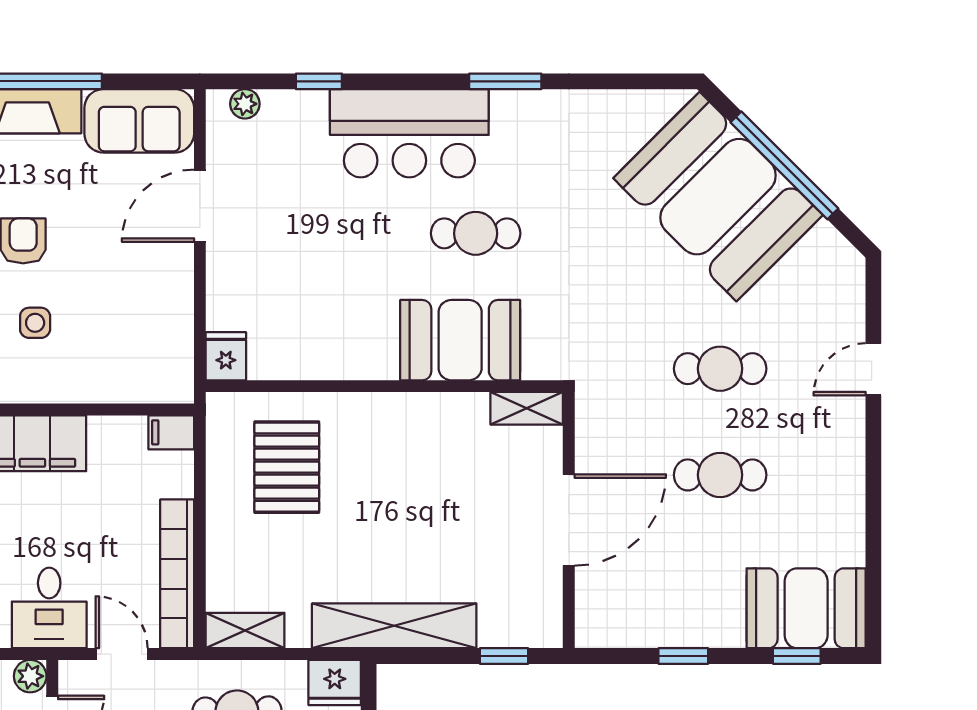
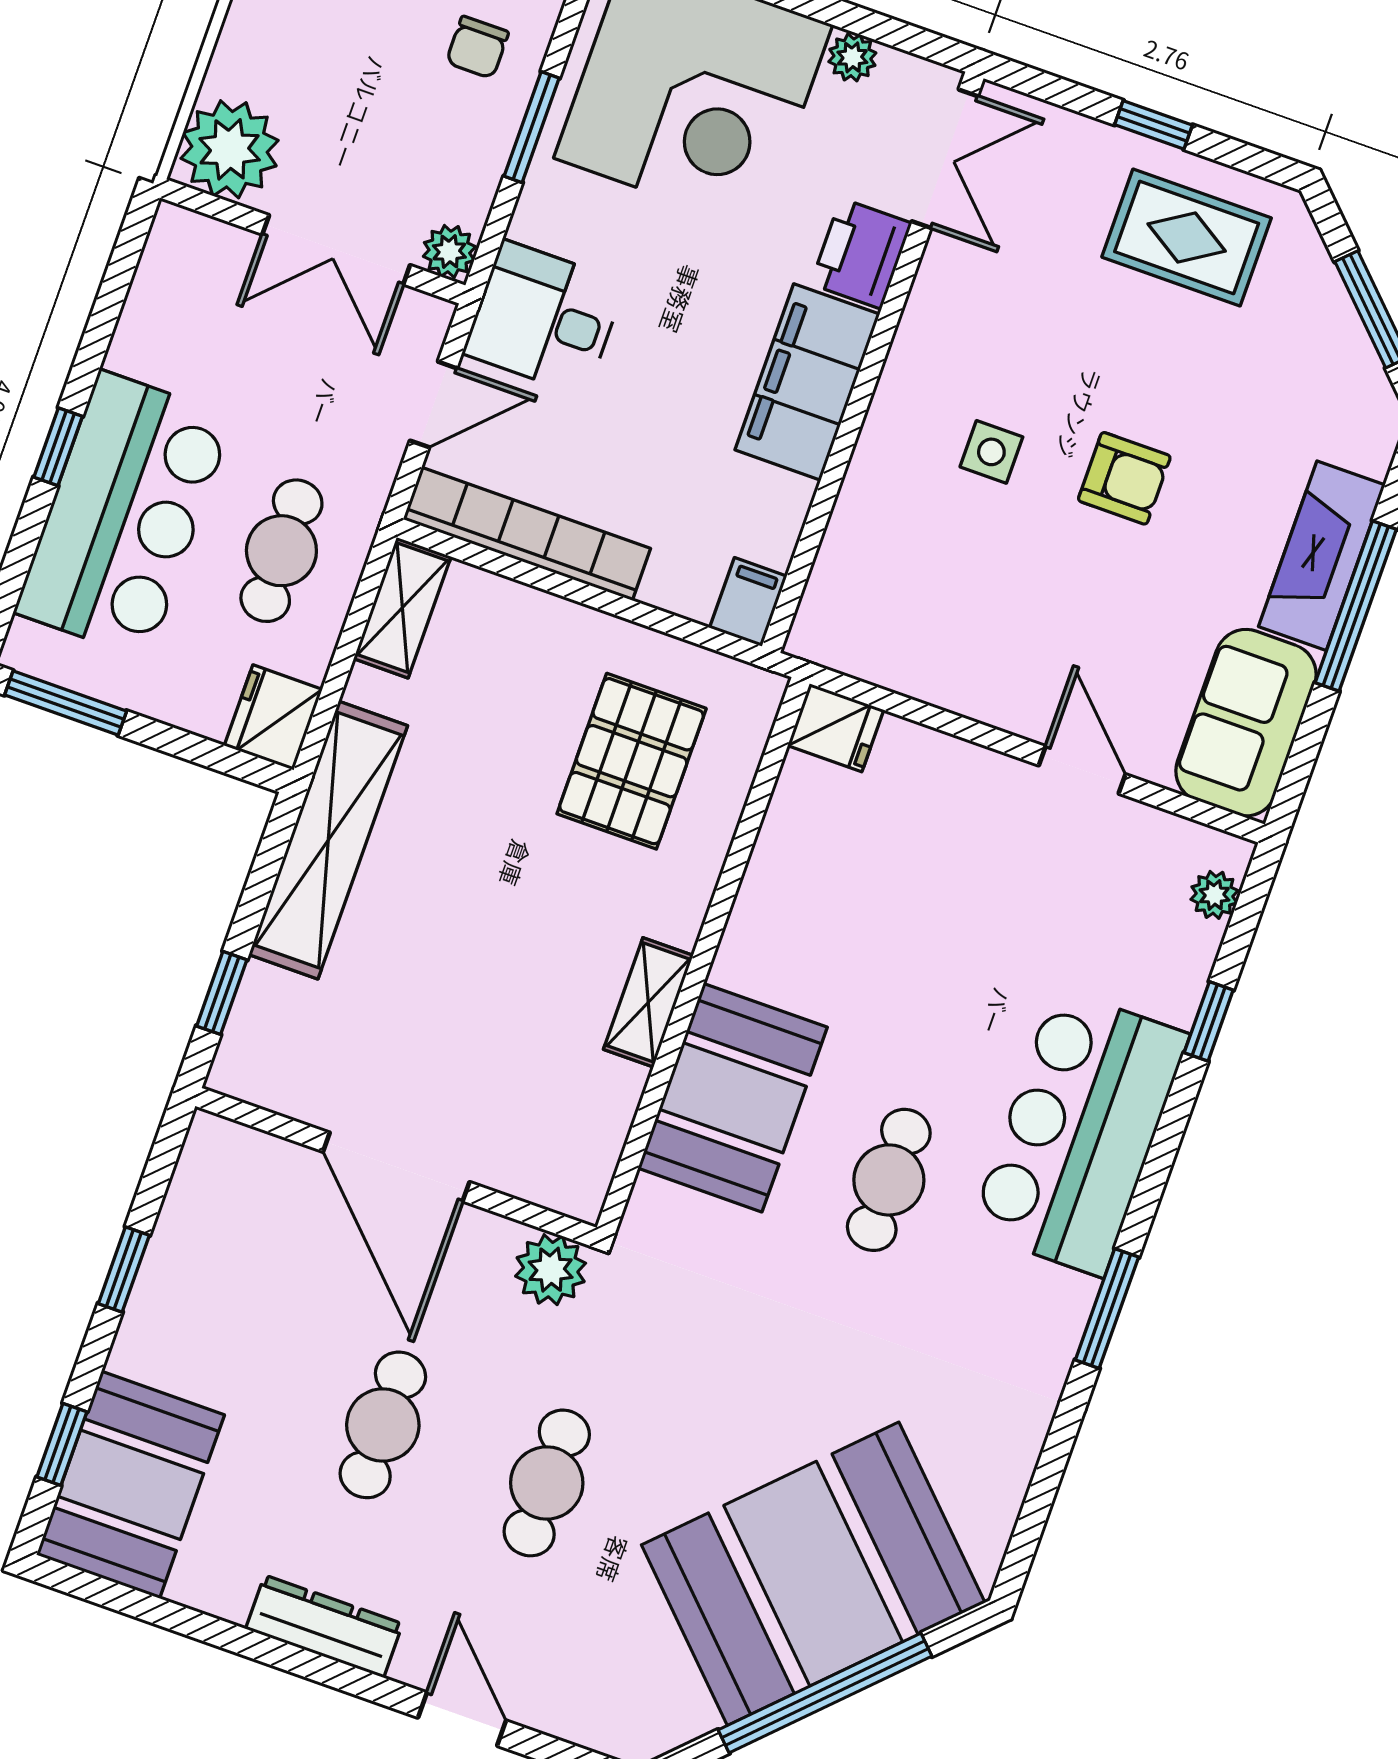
door: (200, 206) -> (1082, 770), width x0.73
shelving: (527, 408) -> (648, 1002), moved
plant: (596, 410) -> (551, 1270), added
pallet: (287, 467) -> (632, 761), turned 90
dresser: (848, 468) -> (324, 1626), added

